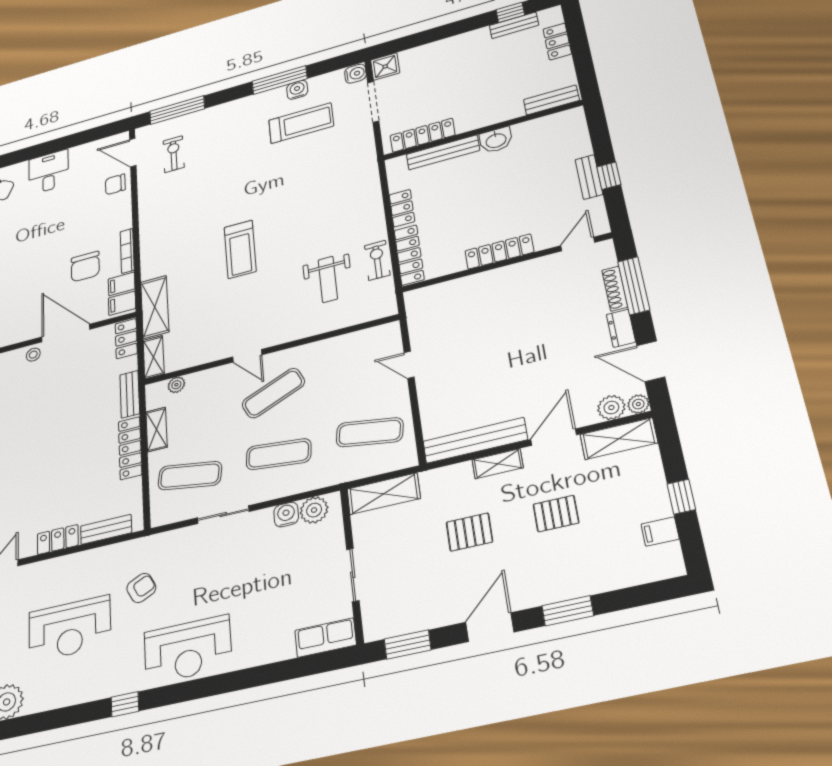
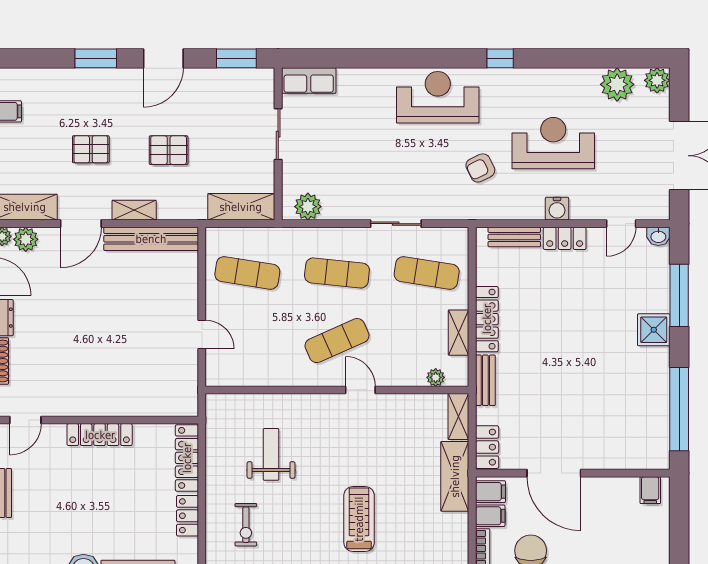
exercise bike: (377, 260) -> (246, 525), moved
stool: (33, 355) -> (591, 457), removed
water cooler: (286, 515) -> (557, 209), moved

